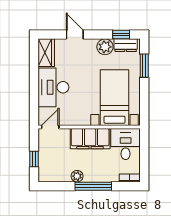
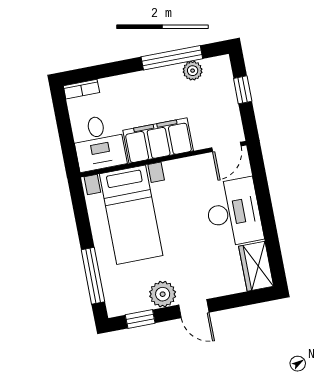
door: (75, 35) -> (194, 309), moved
dresser: (126, 45) -> (130, 303), removed
window: (144, 66) -> (93, 276), width x1.44
plant: (77, 176) -> (193, 71), moved
window: (93, 186) -> (172, 58), moved

